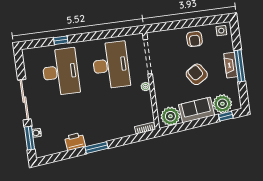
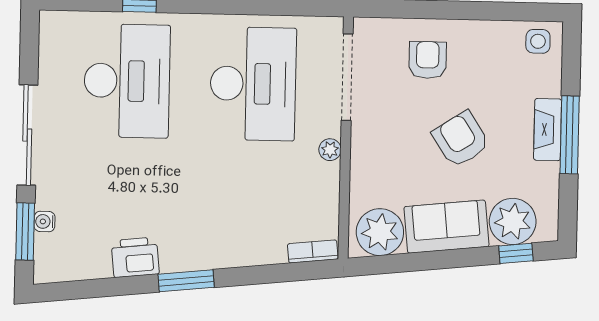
armchair: (194, 39) -> (428, 60), moved, turned 180

